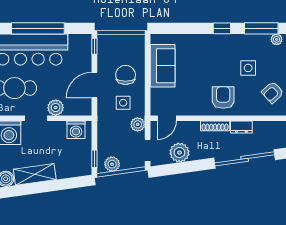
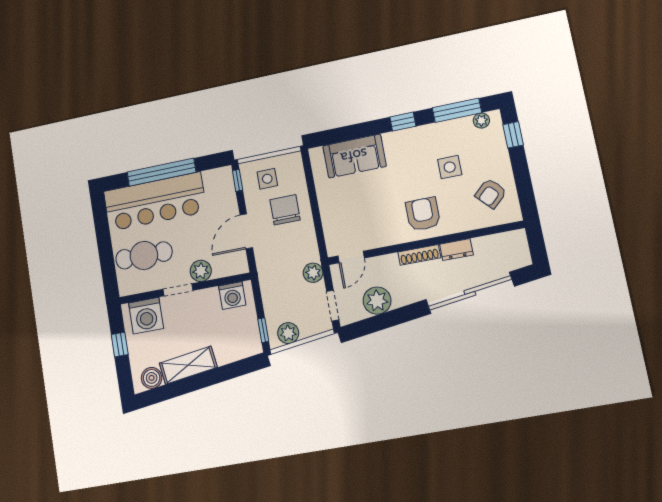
sofa: (163, 66) -> (354, 156), moved, turned 90
side table: (123, 103) -> (267, 179), moved

